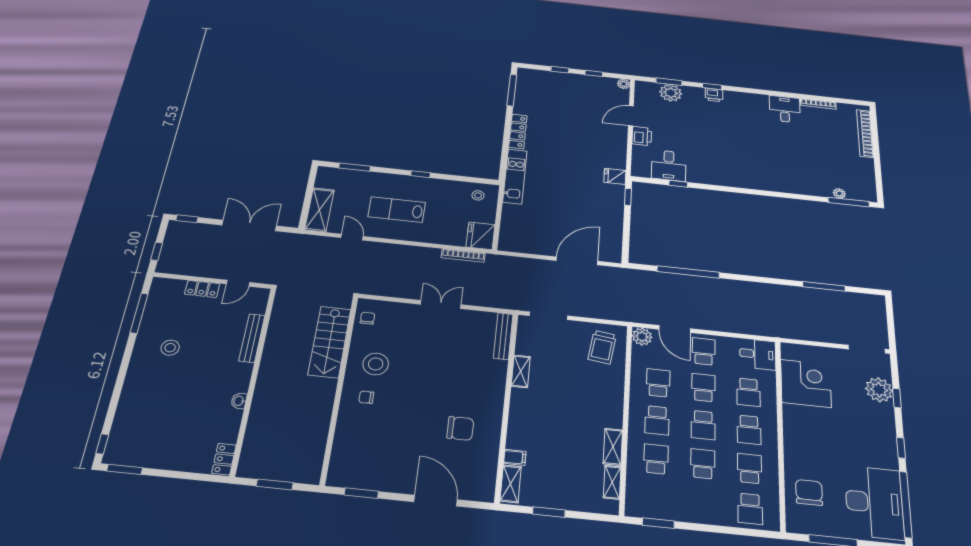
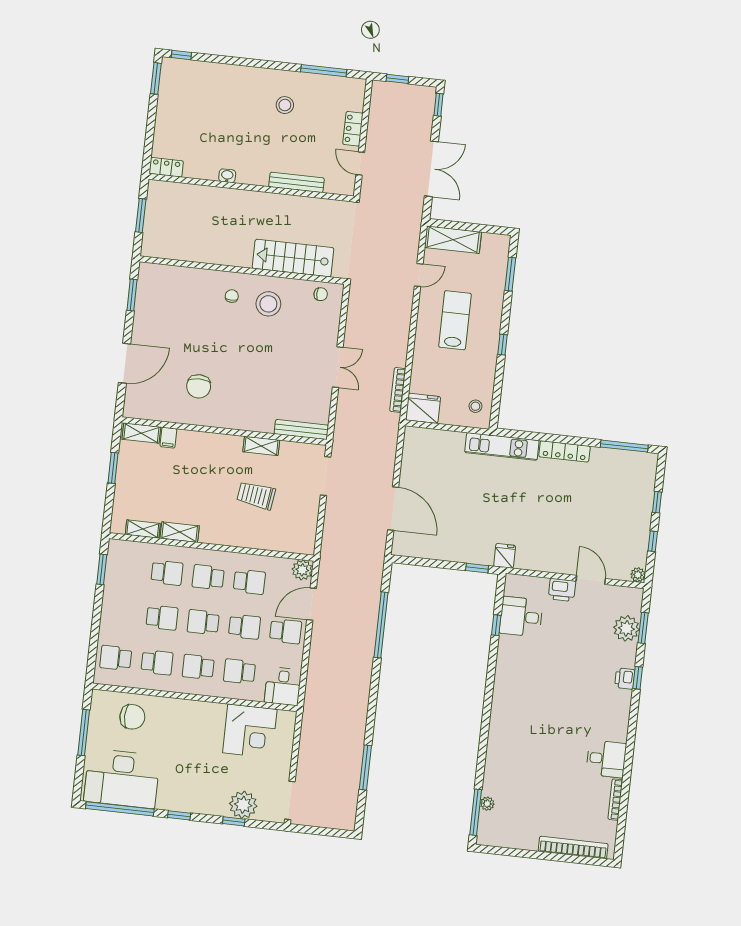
trolley: (602, 347) -> (256, 495), moved

